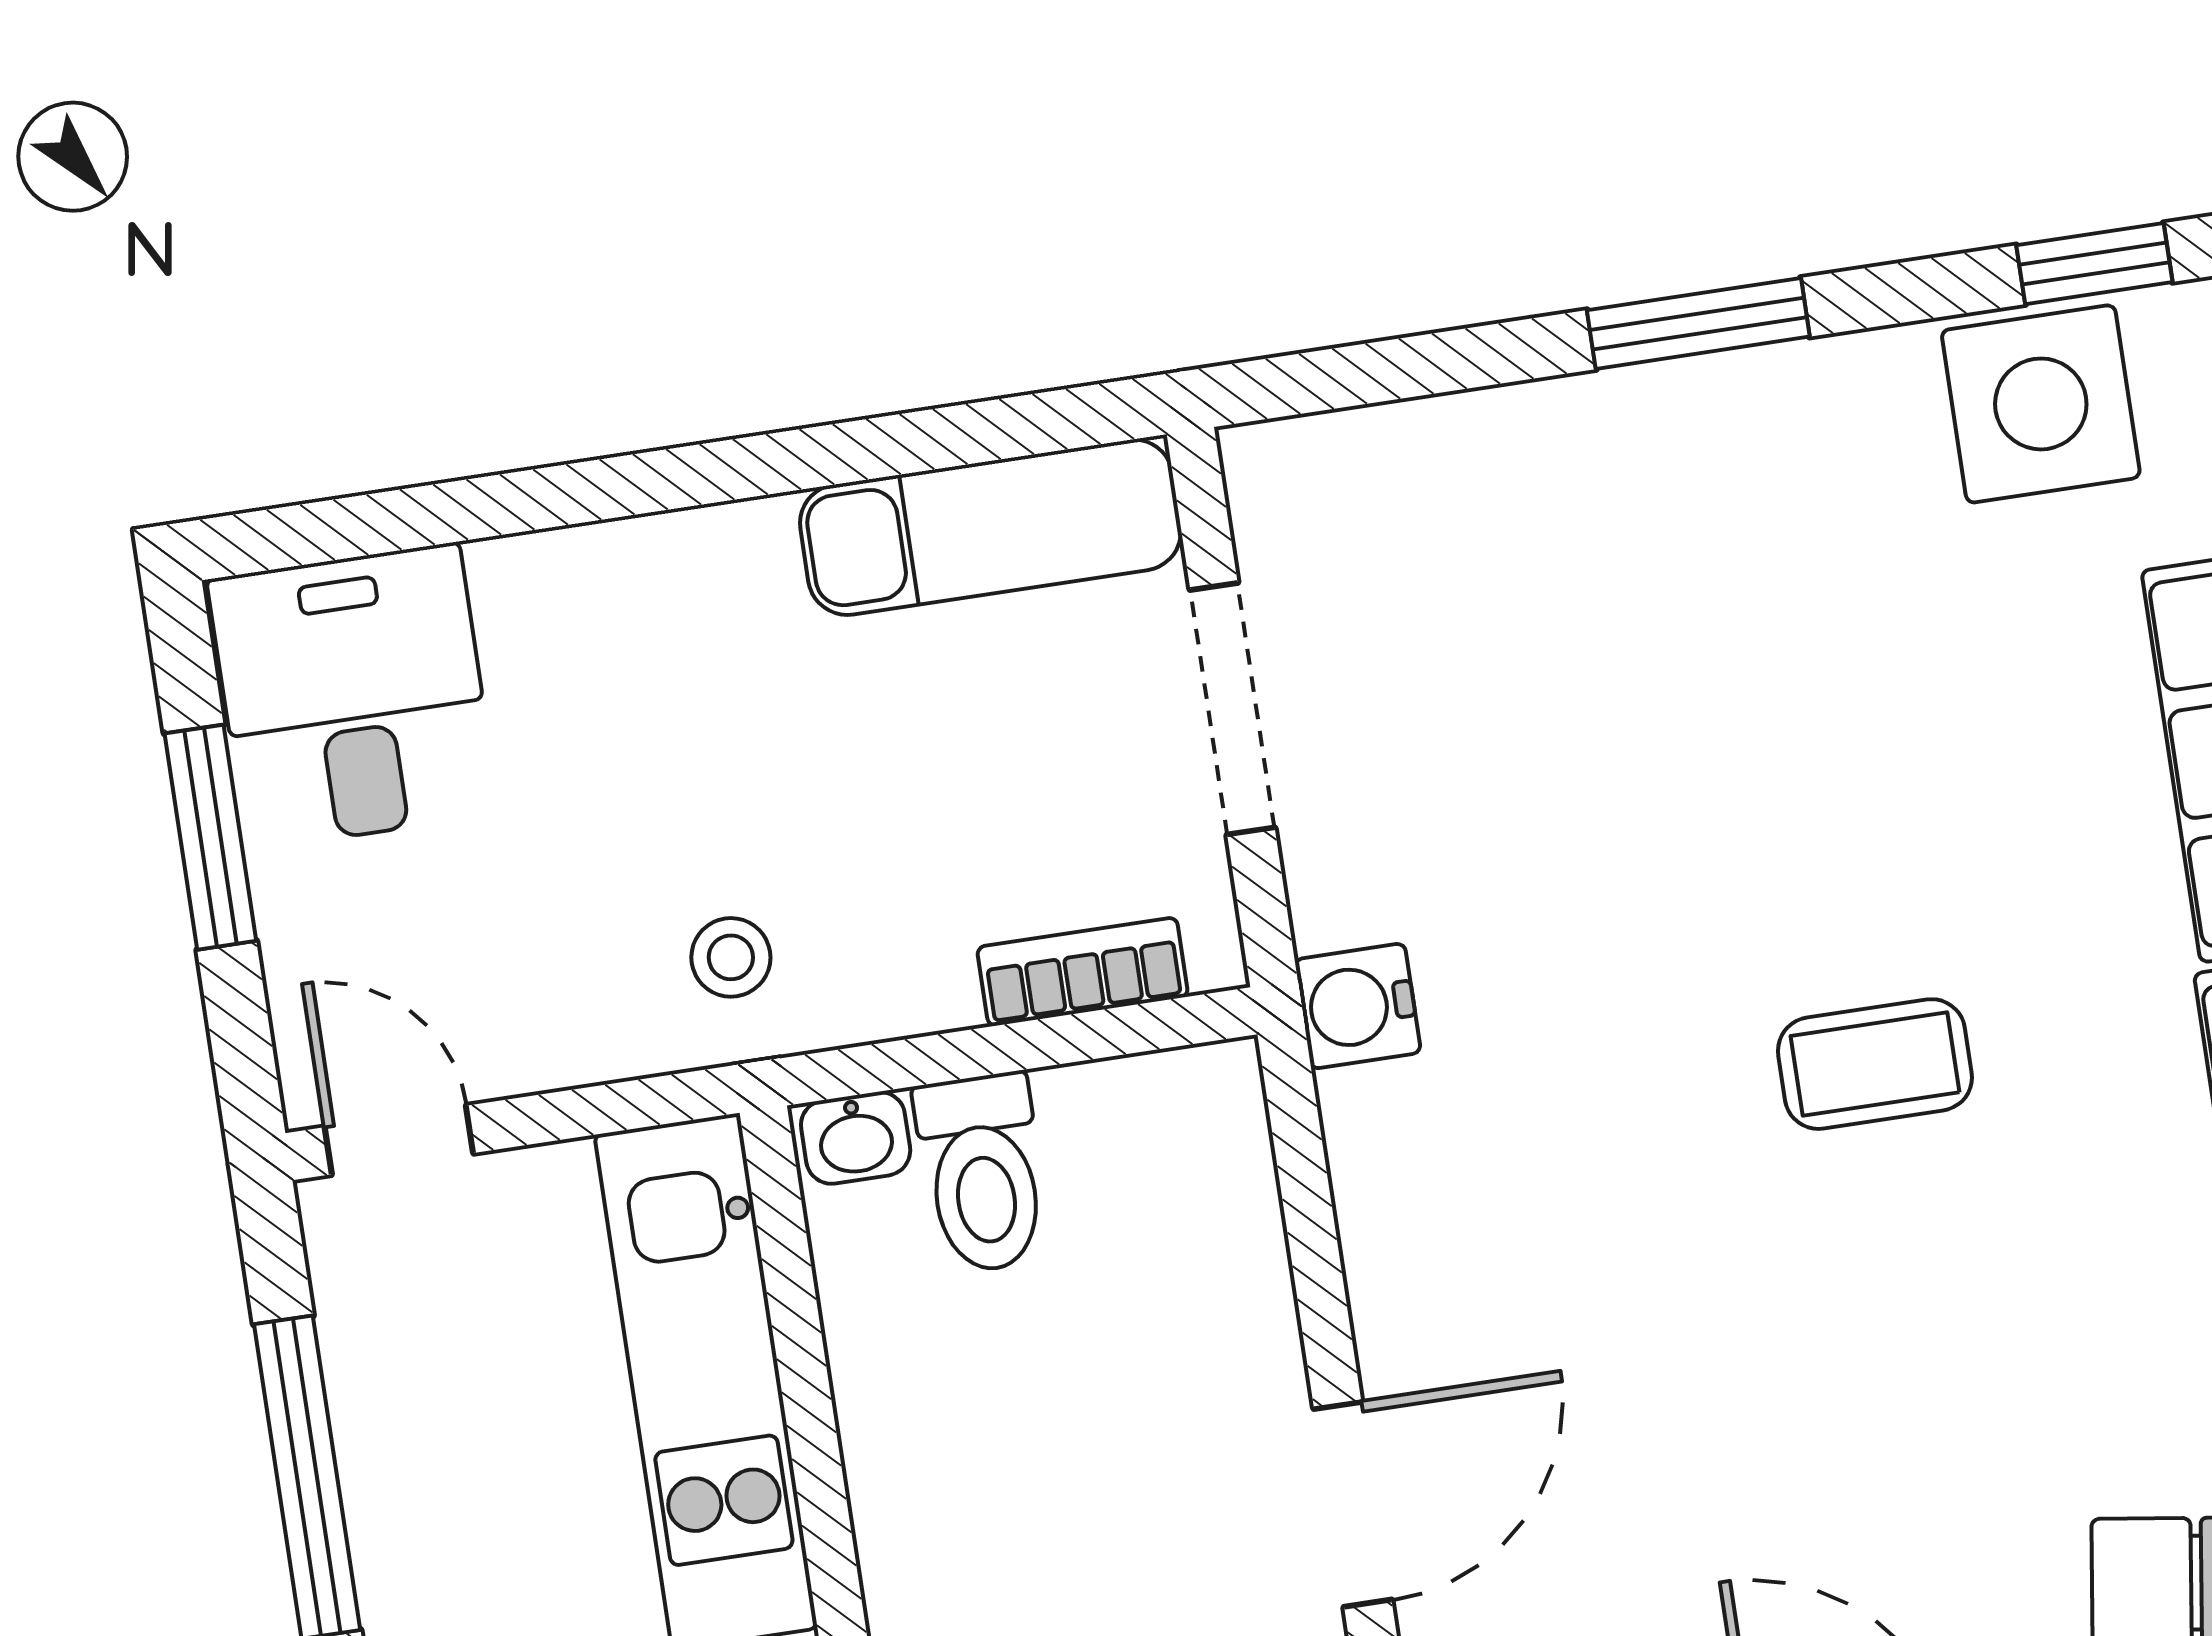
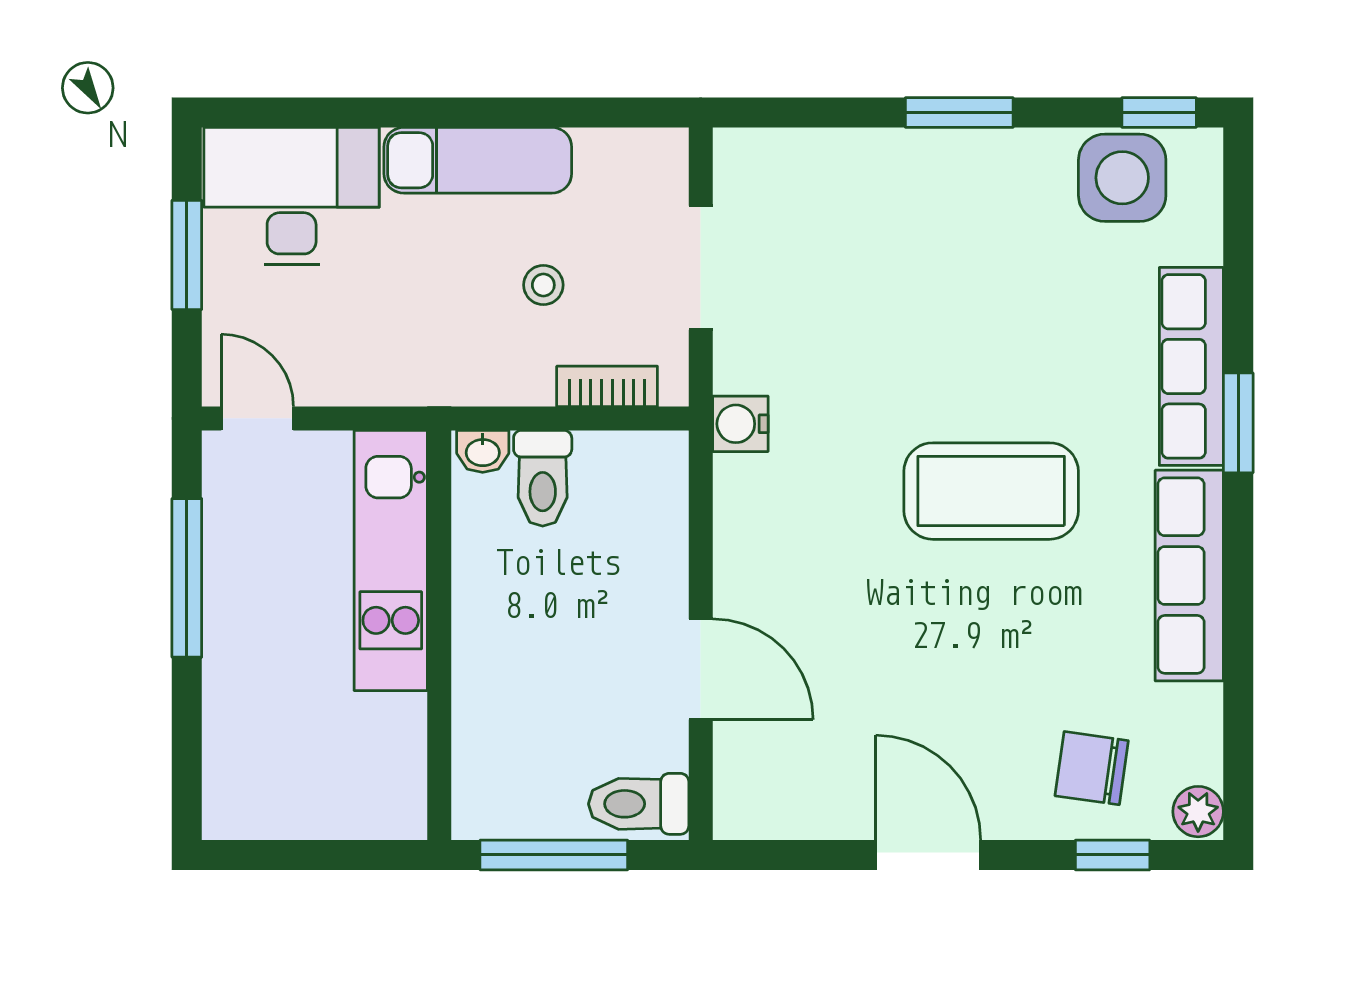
exam couch: (991, 527) -> (478, 160), moved
desk: (353, 696) -> (292, 196), width x1.37
stool: (731, 957) -> (543, 285), moved
coffee table: (1875, 1064) -> (991, 491), width x1.86, depth x1.72
door: (1353, 1504) -> (701, 669), hinge flipped

